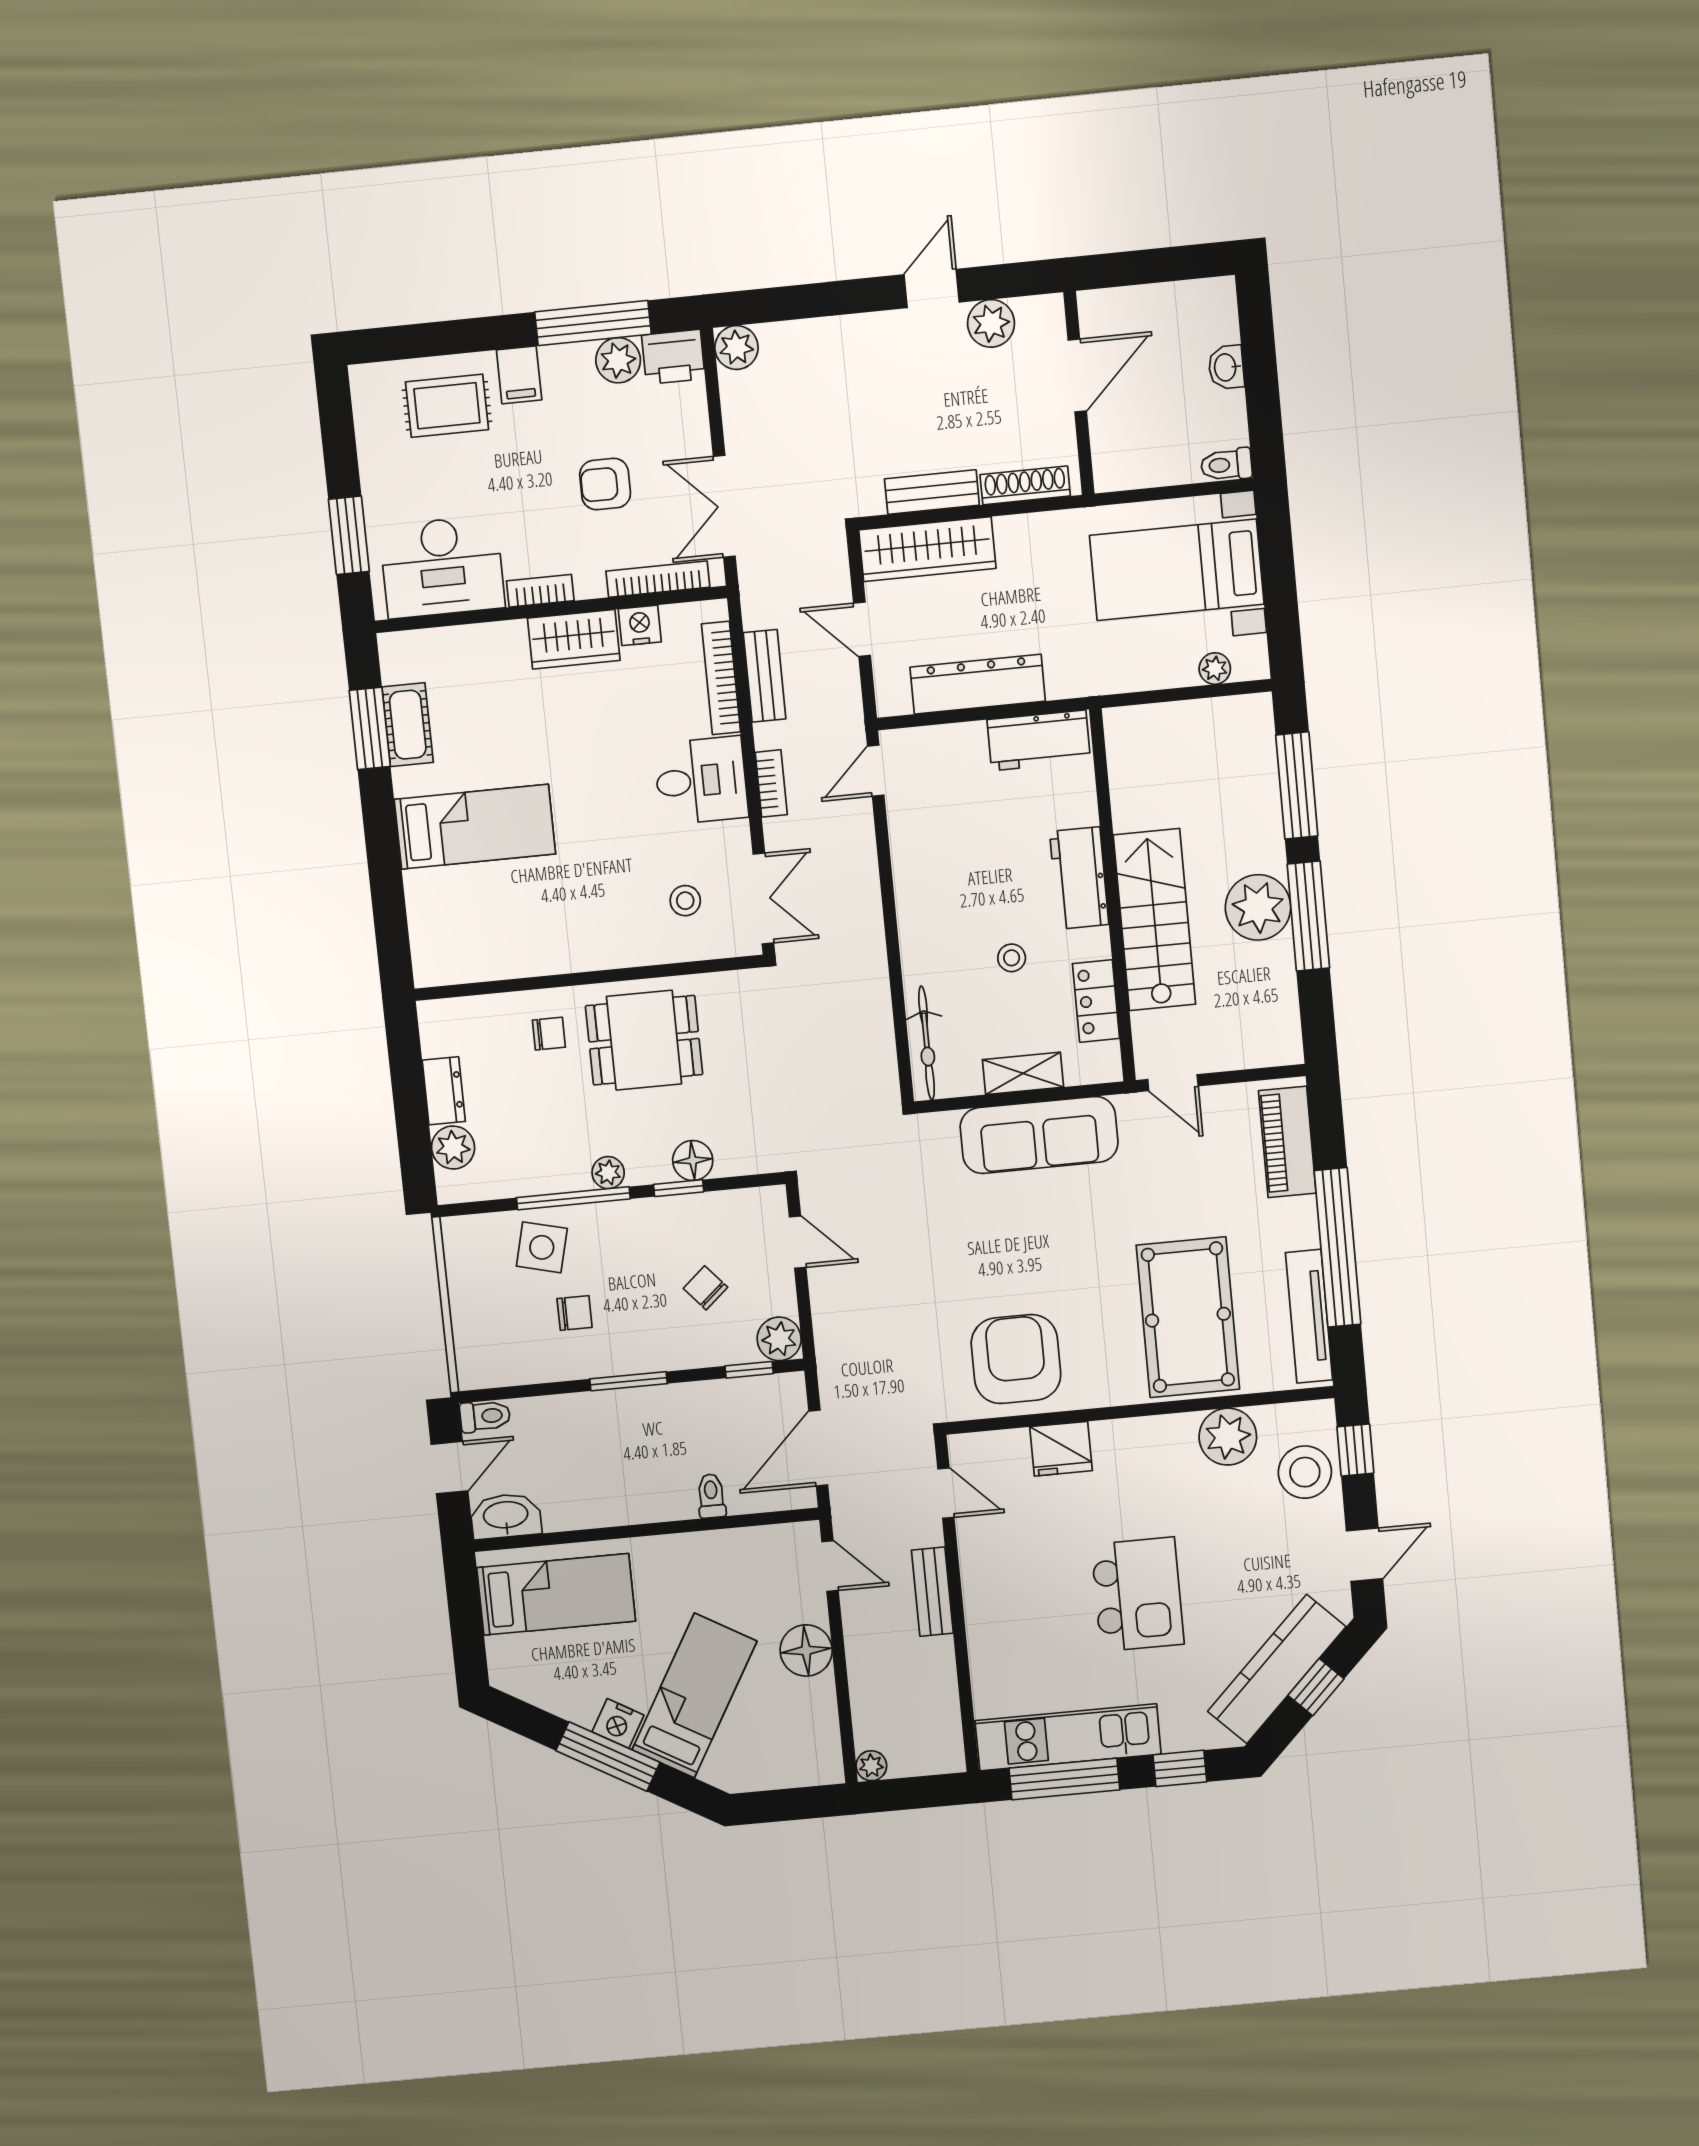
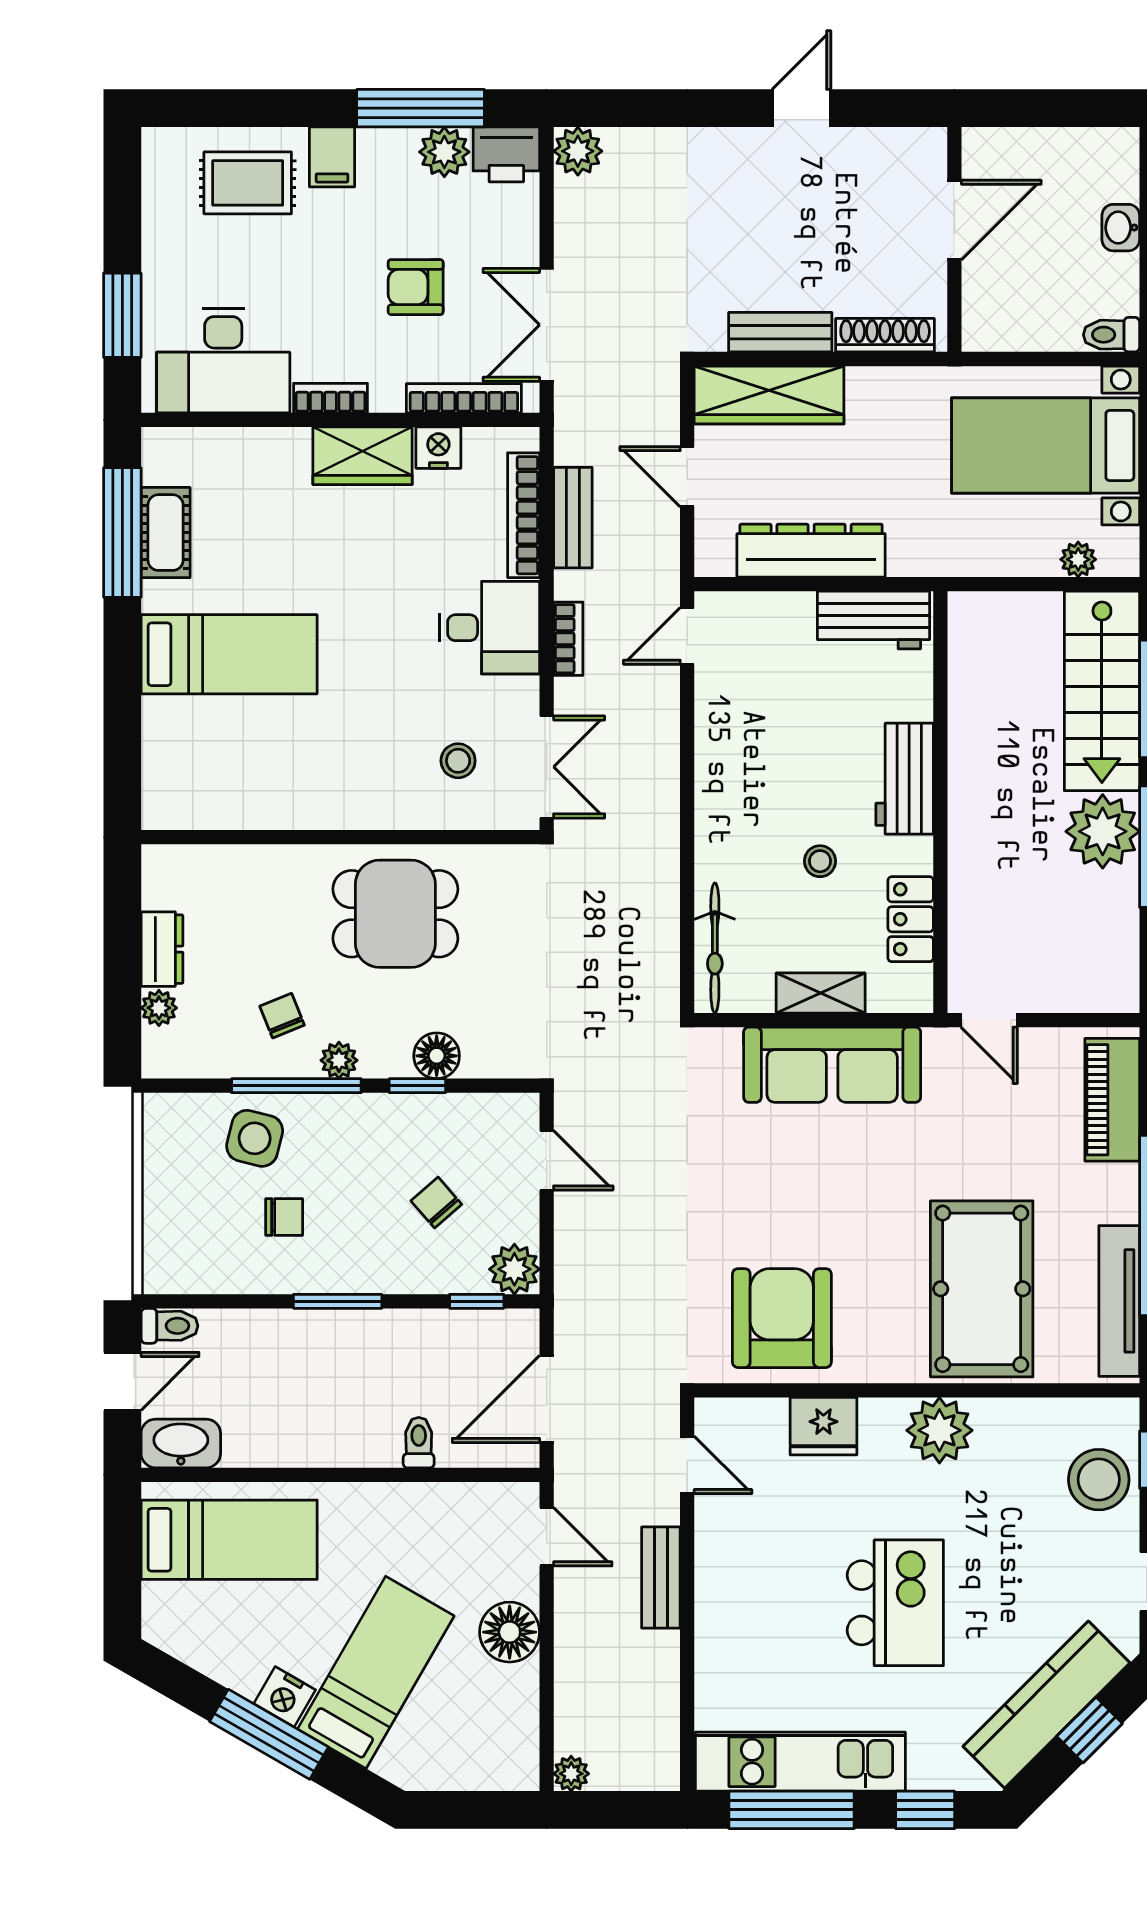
plant: (991, 323) -> (864, 153), removed
window: (370, 728) -> (122, 533), width x1.44
stairs: (1155, 920) -> (1102, 691), moved, turned 180
chair: (549, 1034) -> (282, 1016), moved, turned -112
plant: (453, 1148) -> (159, 1008), width x0.73, depth x0.73
plant: (1228, 1437) -> (939, 1430), moved

